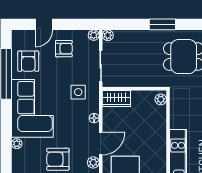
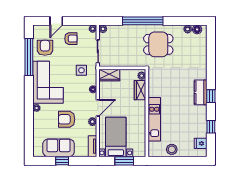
window: (162, 24) -> (143, 21), width x2.11
armchair: (28, 61) -> (45, 48), turned 180
wardrobe: (159, 119) -> (140, 90), added

